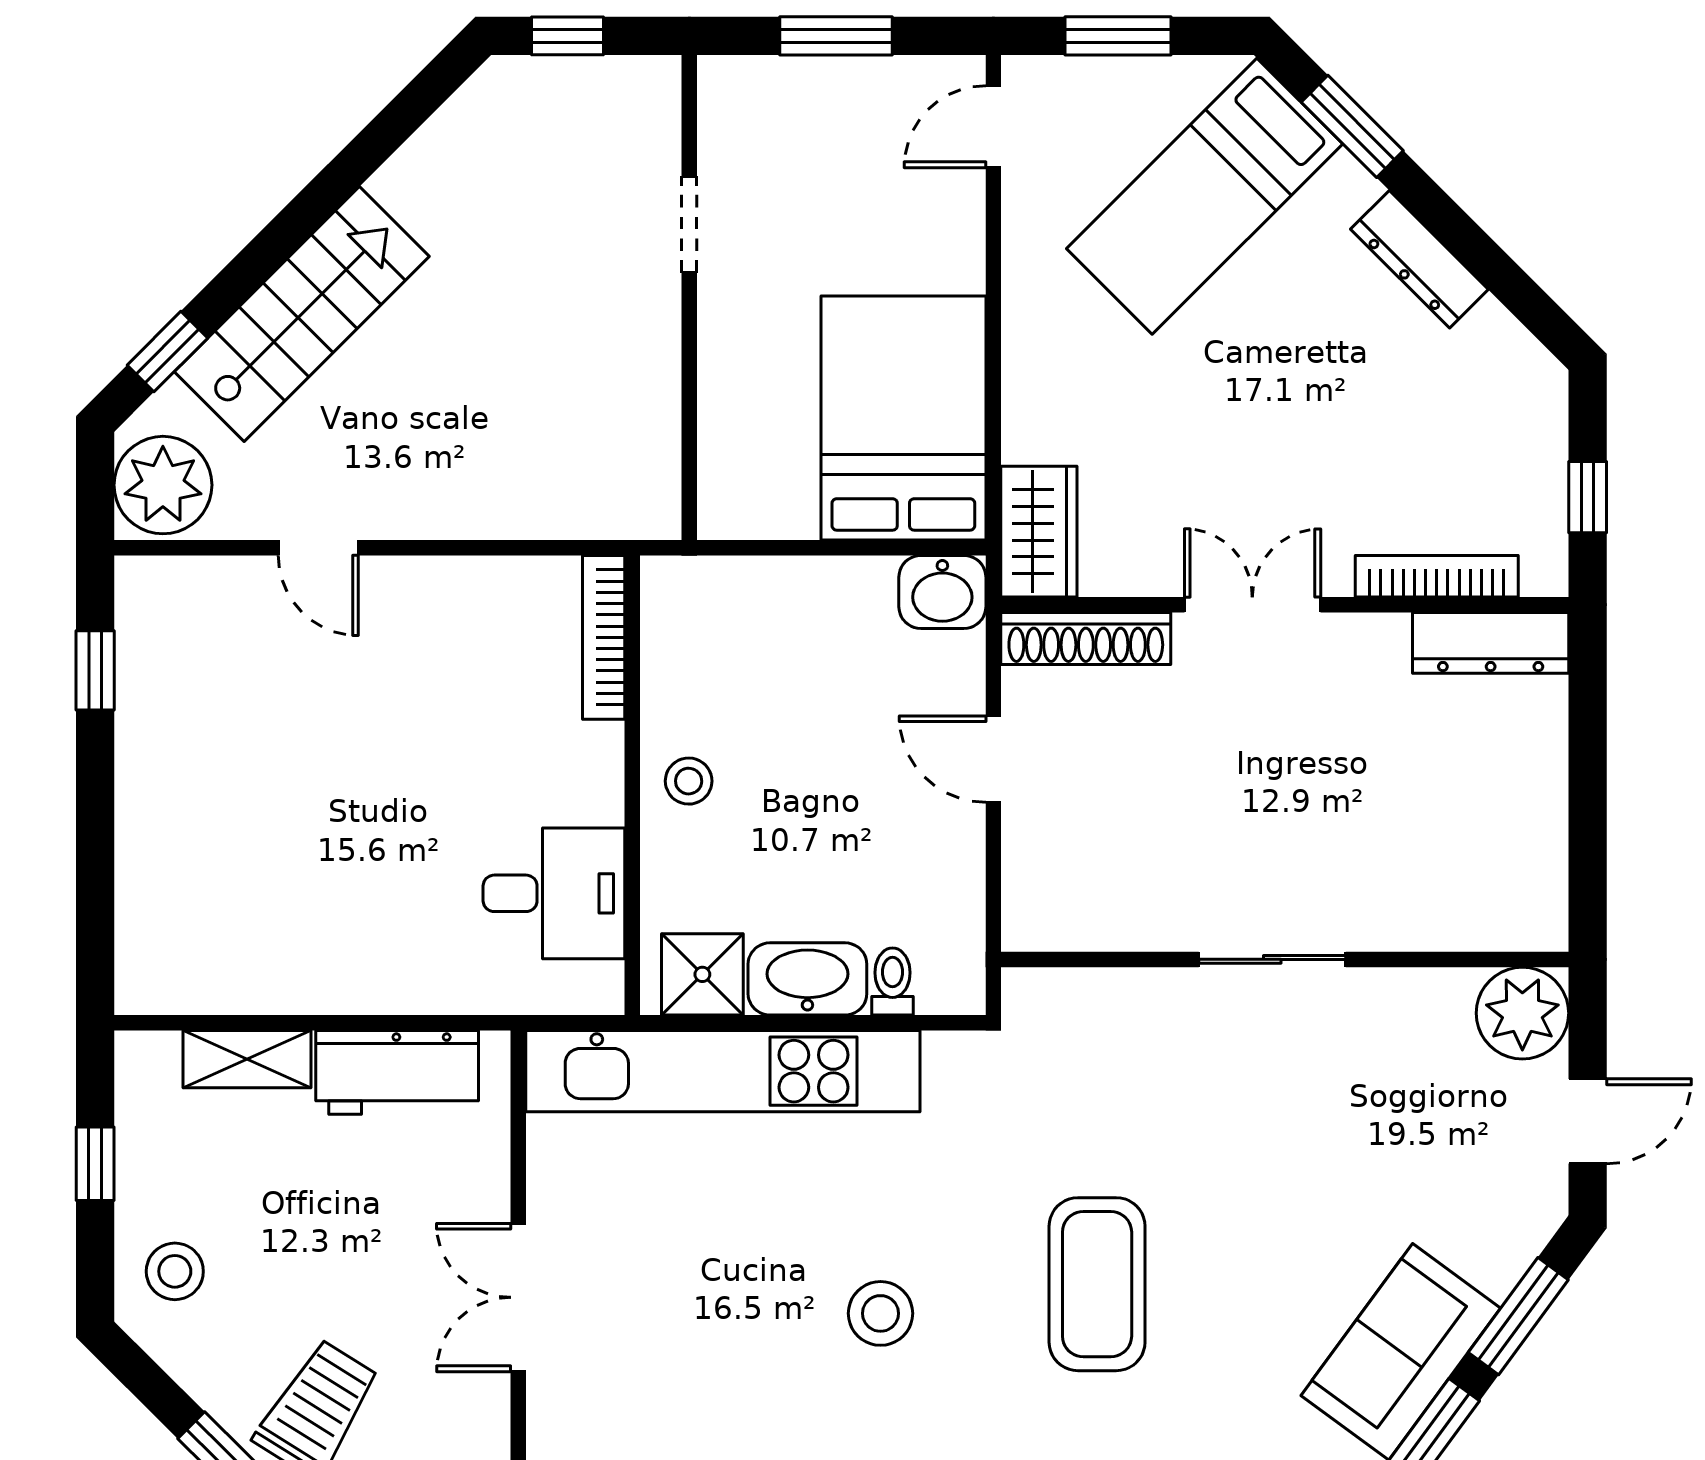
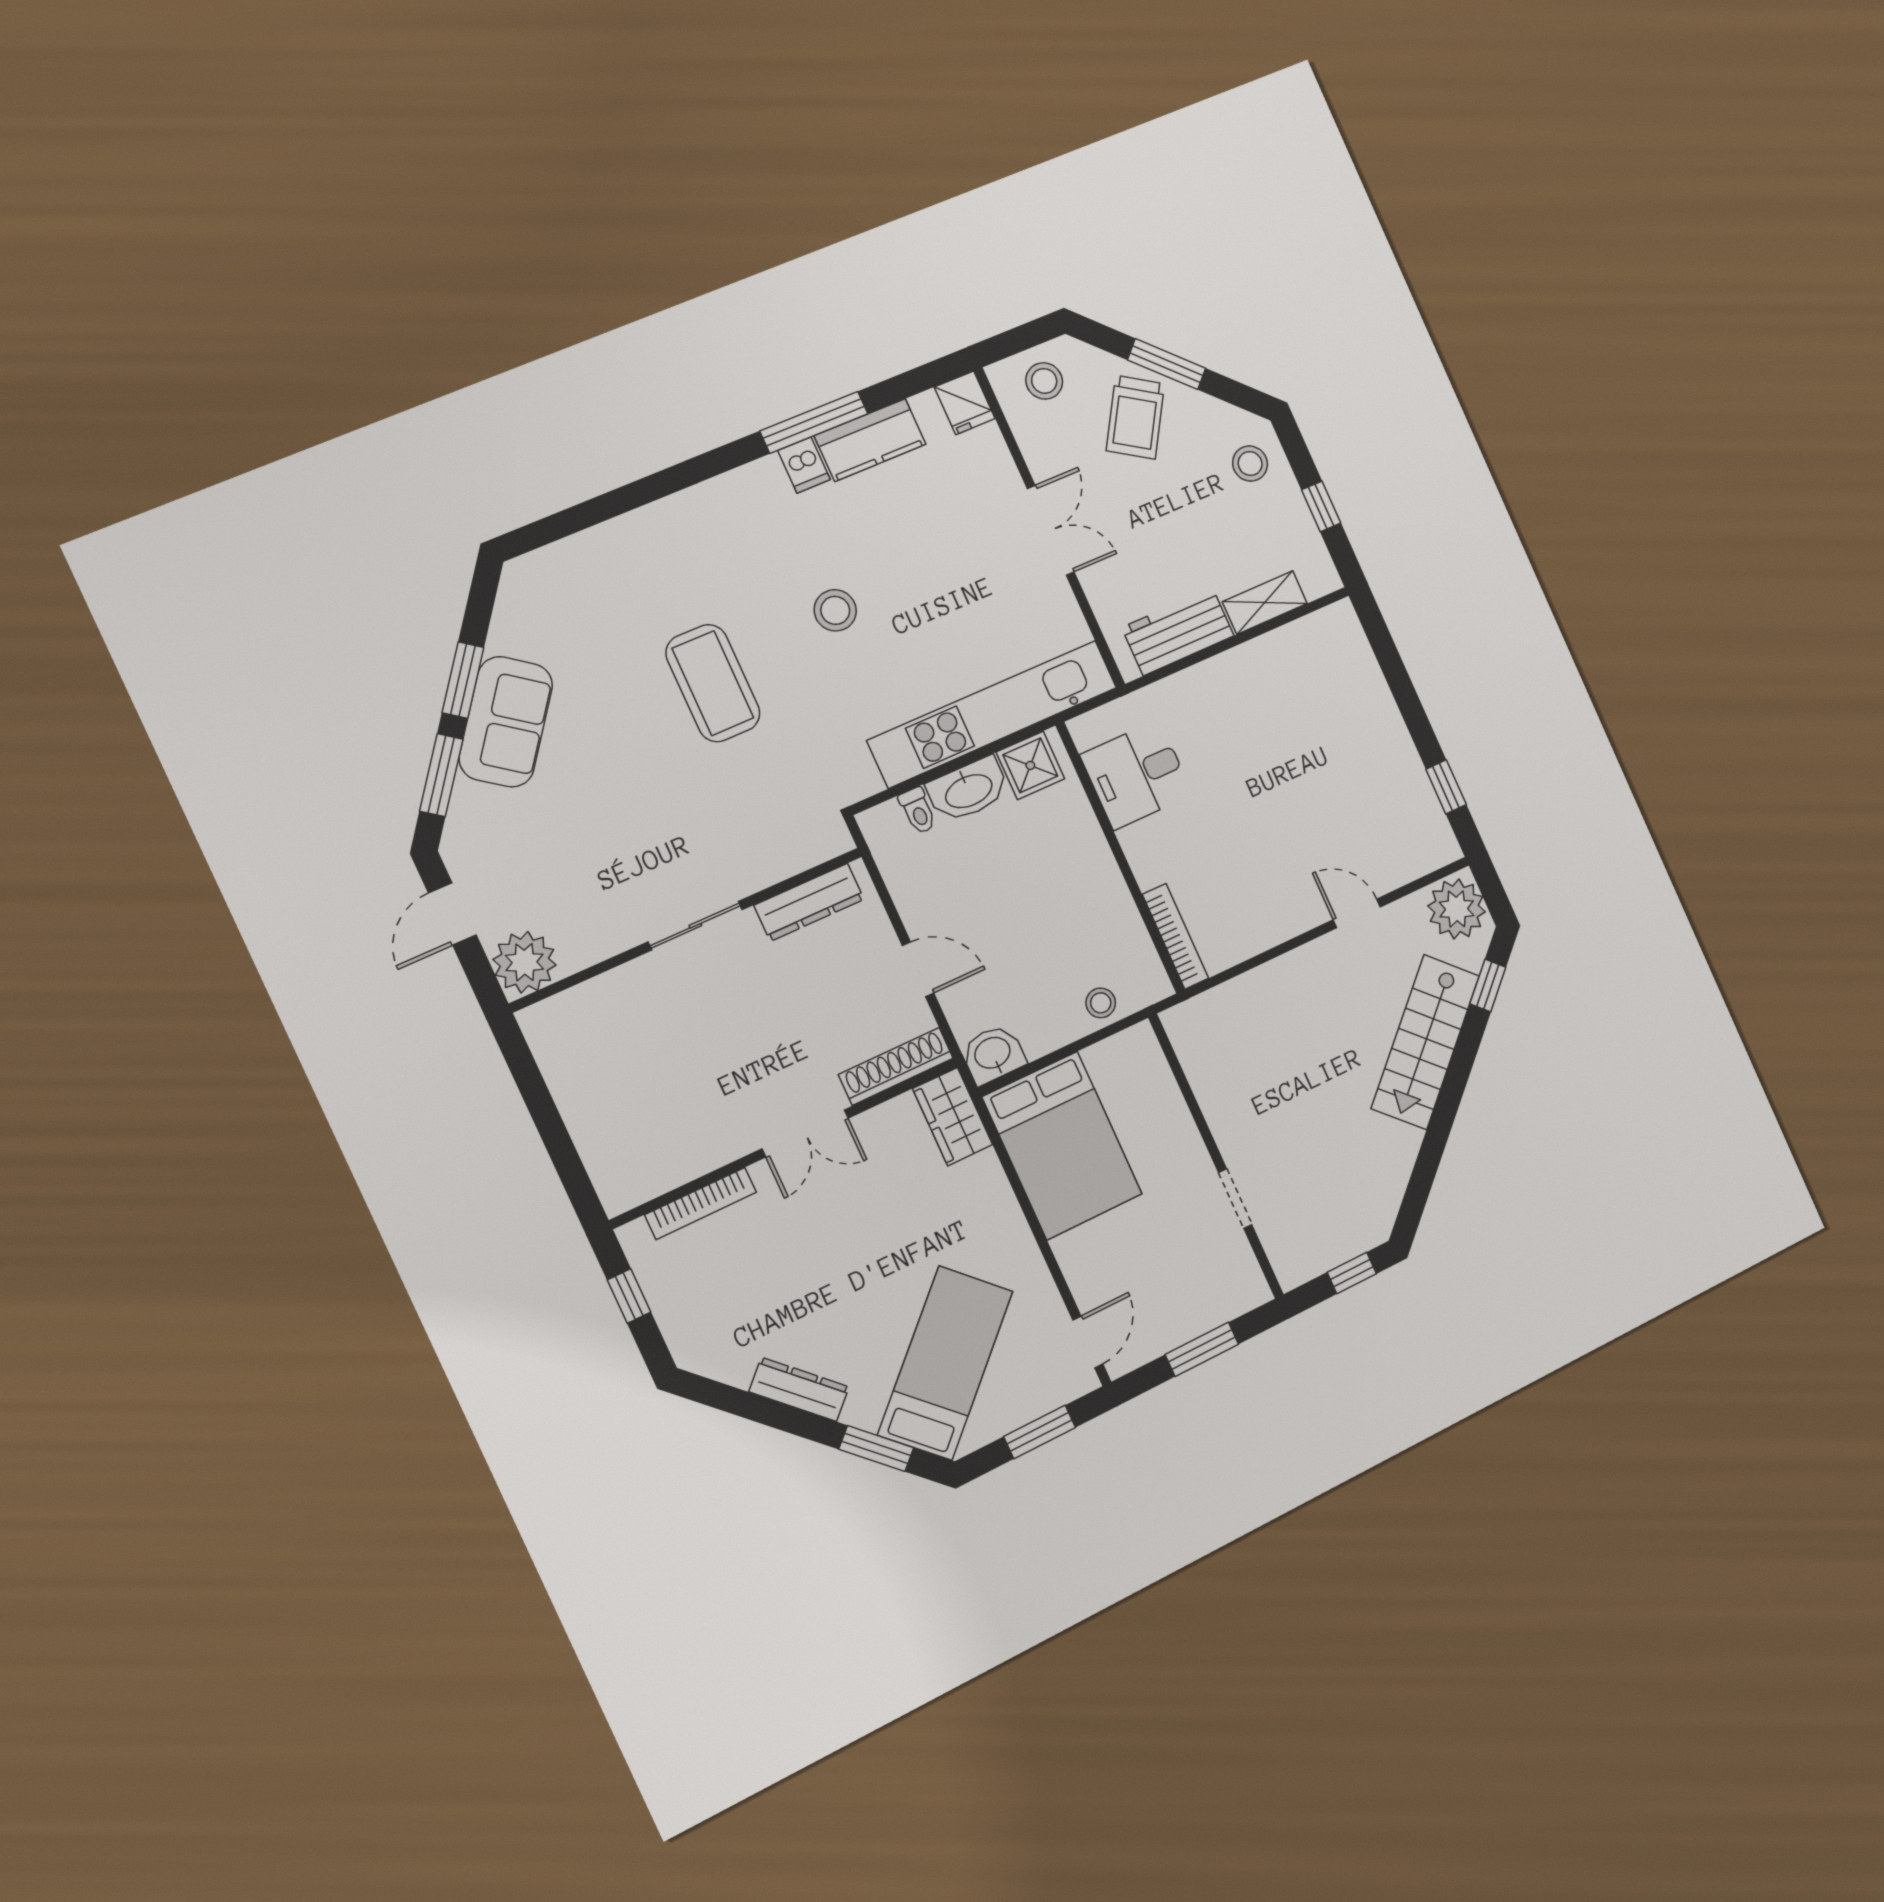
dresser: (1491, 643) -> (809, 902), moved, turned 180
stool: (689, 781) -> (1101, 1003), moved

